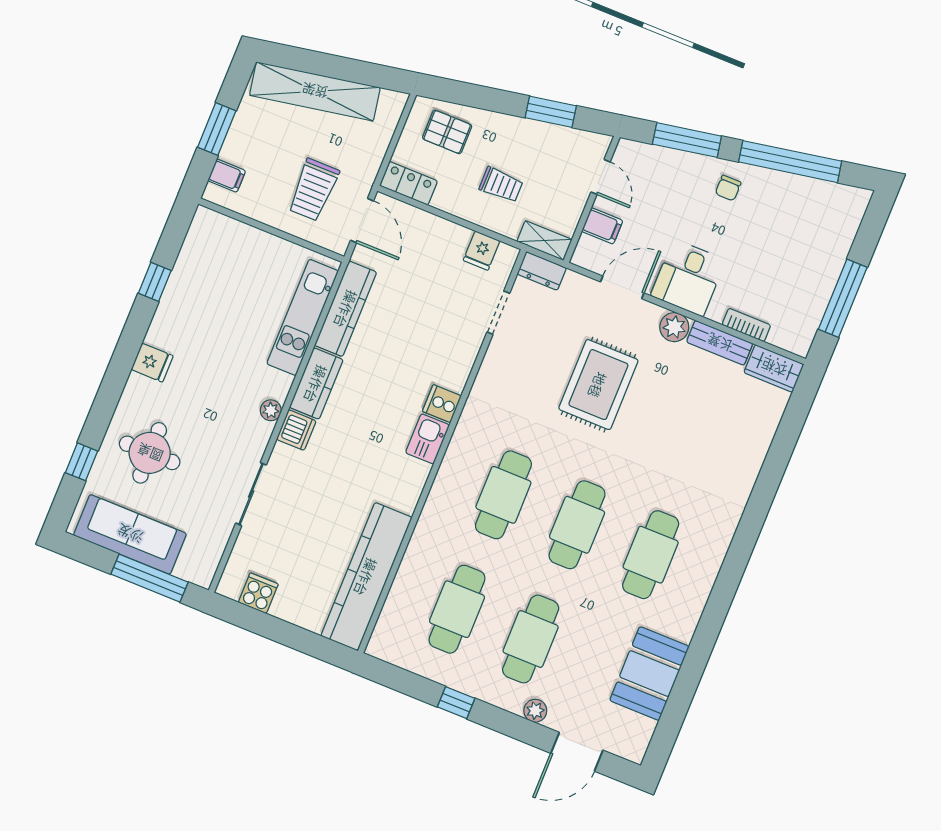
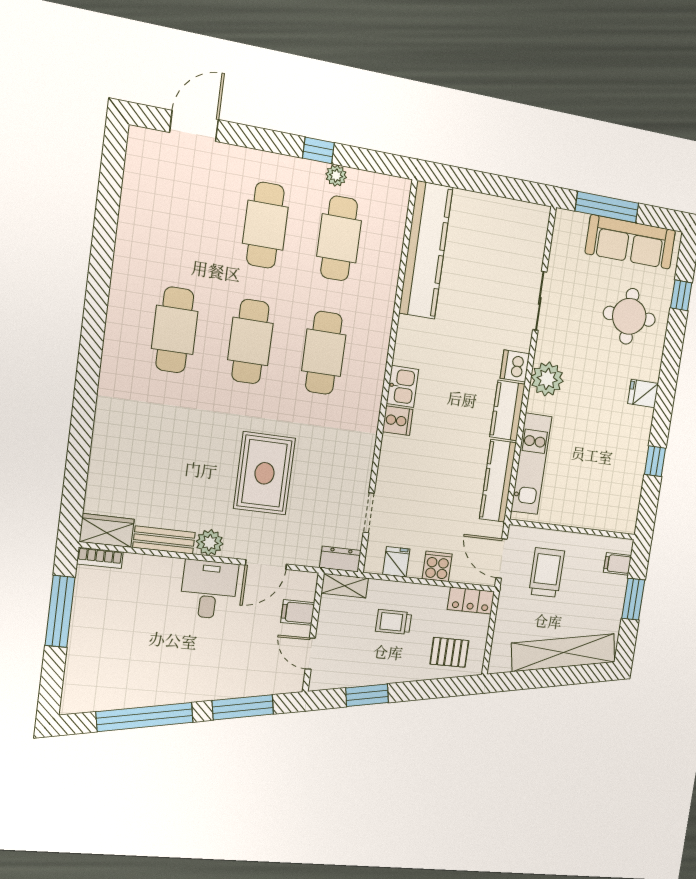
chair: (728, 188) -> (195, 677), removed
bookcase: (746, 325) -> (100, 558), moved
plant: (271, 410) -> (547, 379), width x1.87, depth x1.87
cooker: (258, 593) -> (437, 566), moved, turned 180
booth: (649, 674) -> (145, 216), removed
plant: (535, 711) -> (336, 176), moved

